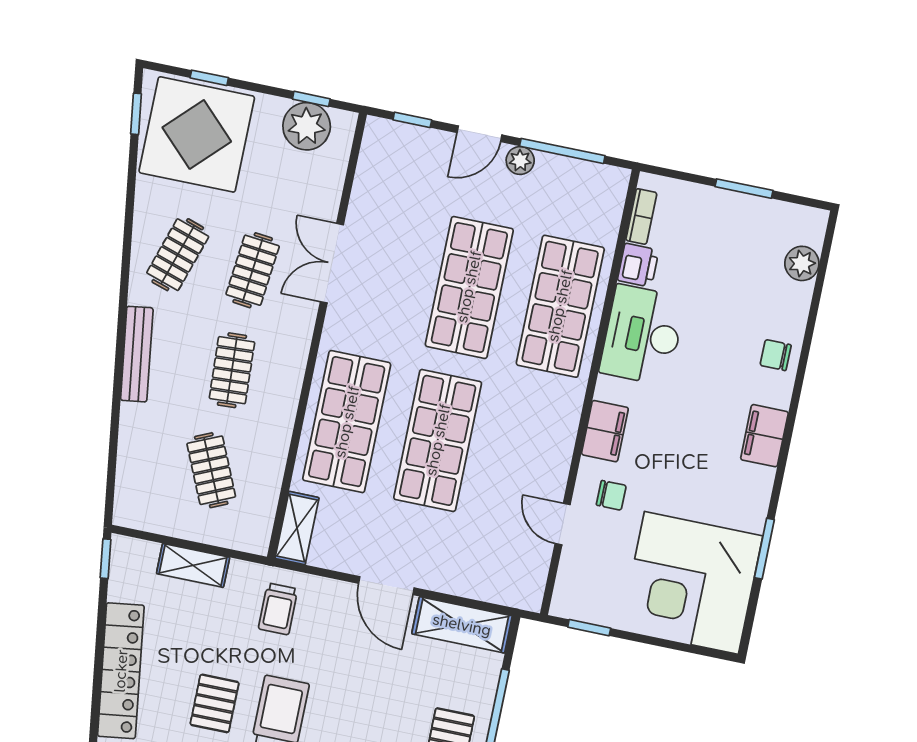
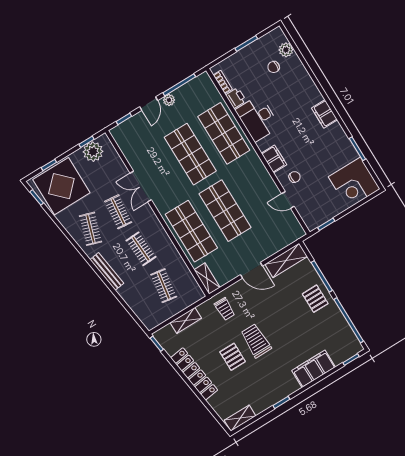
chair: (776, 355) -> (274, 67), moved
clothes rail: (211, 470) -> (164, 286), turned 33
corner desk: (691, 583) -> (354, 183), width x0.74, depth x0.74

